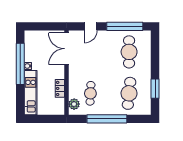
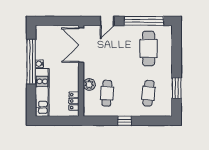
locker: (60, 88) -> (74, 101), moved
cafe table: (129, 93) -> (149, 93), width x0.73, depth x0.74
plant: (74, 104) -> (89, 84), moved
window: (107, 119) -> (125, 121), width x0.32

